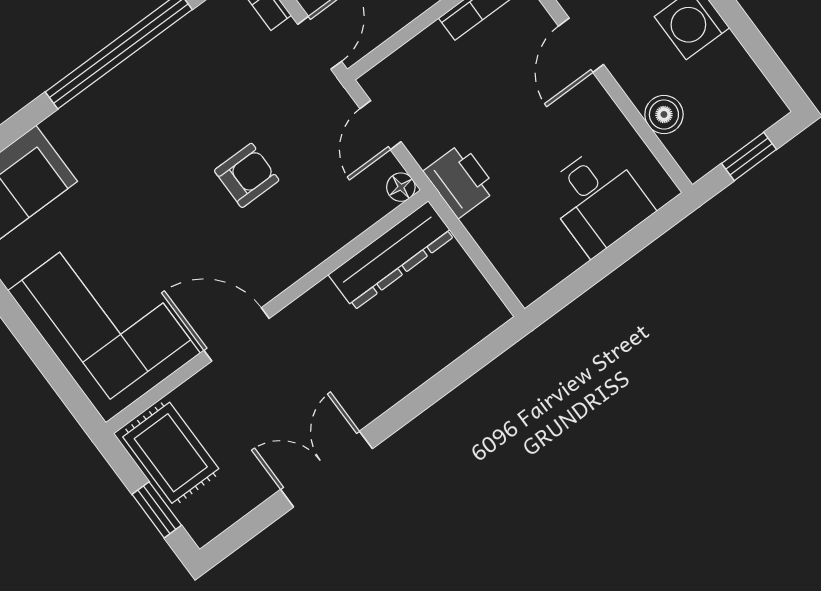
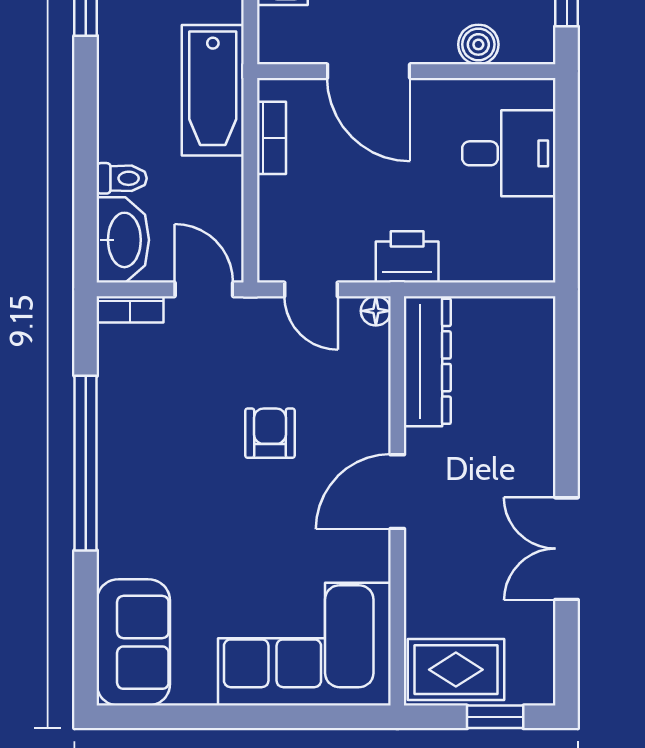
door: (581, 45) -> (369, 71), width x1.38
door: (237, 334) -> (397, 492), moved

